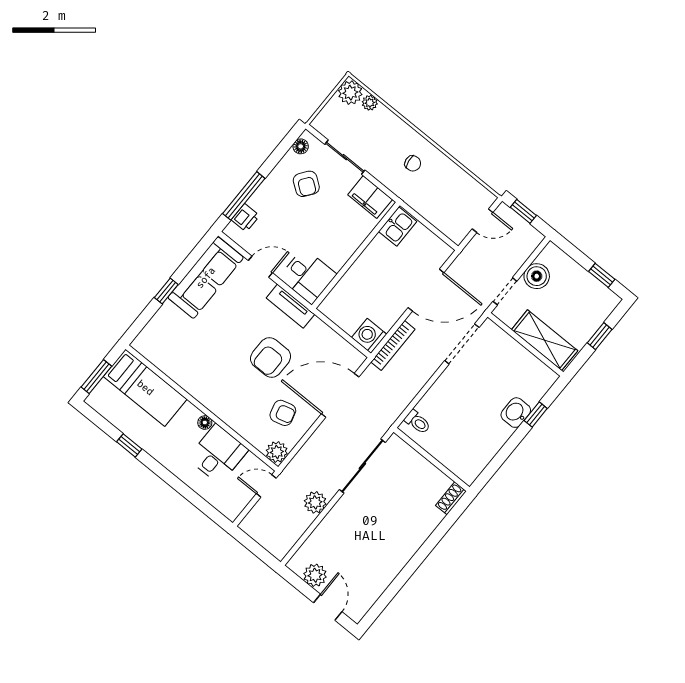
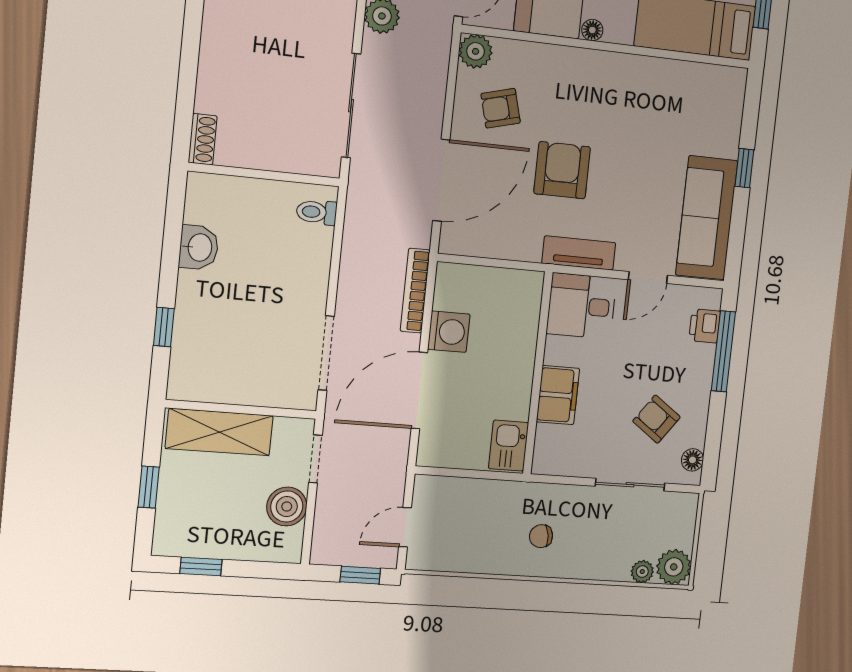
filing cabinet: (370, 197) -> (558, 395), moved, turned 90
washing machine: (369, 336) -> (449, 332), moved
washbasin: (516, 413) -> (199, 247), moved

